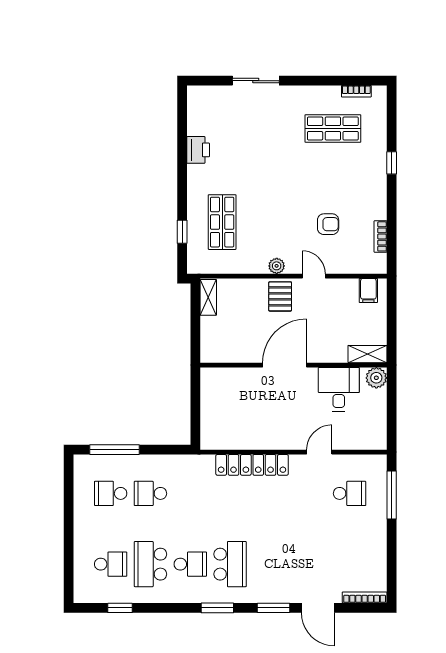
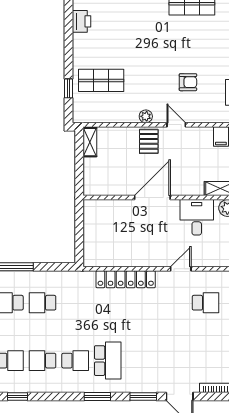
shop shelf: (222, 222) -> (101, 80), turned 90
school desk: (150, 564) -> (43, 361), width x0.54

